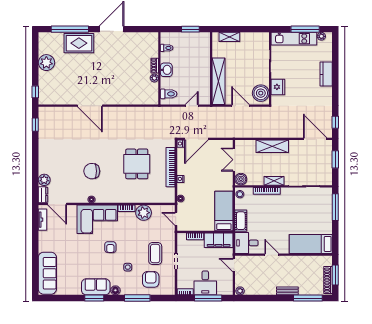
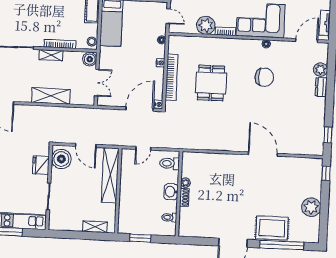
dresser: (43, 195) -> (321, 87), moved
door: (57, 204) -> (307, 41), hinge flipped

